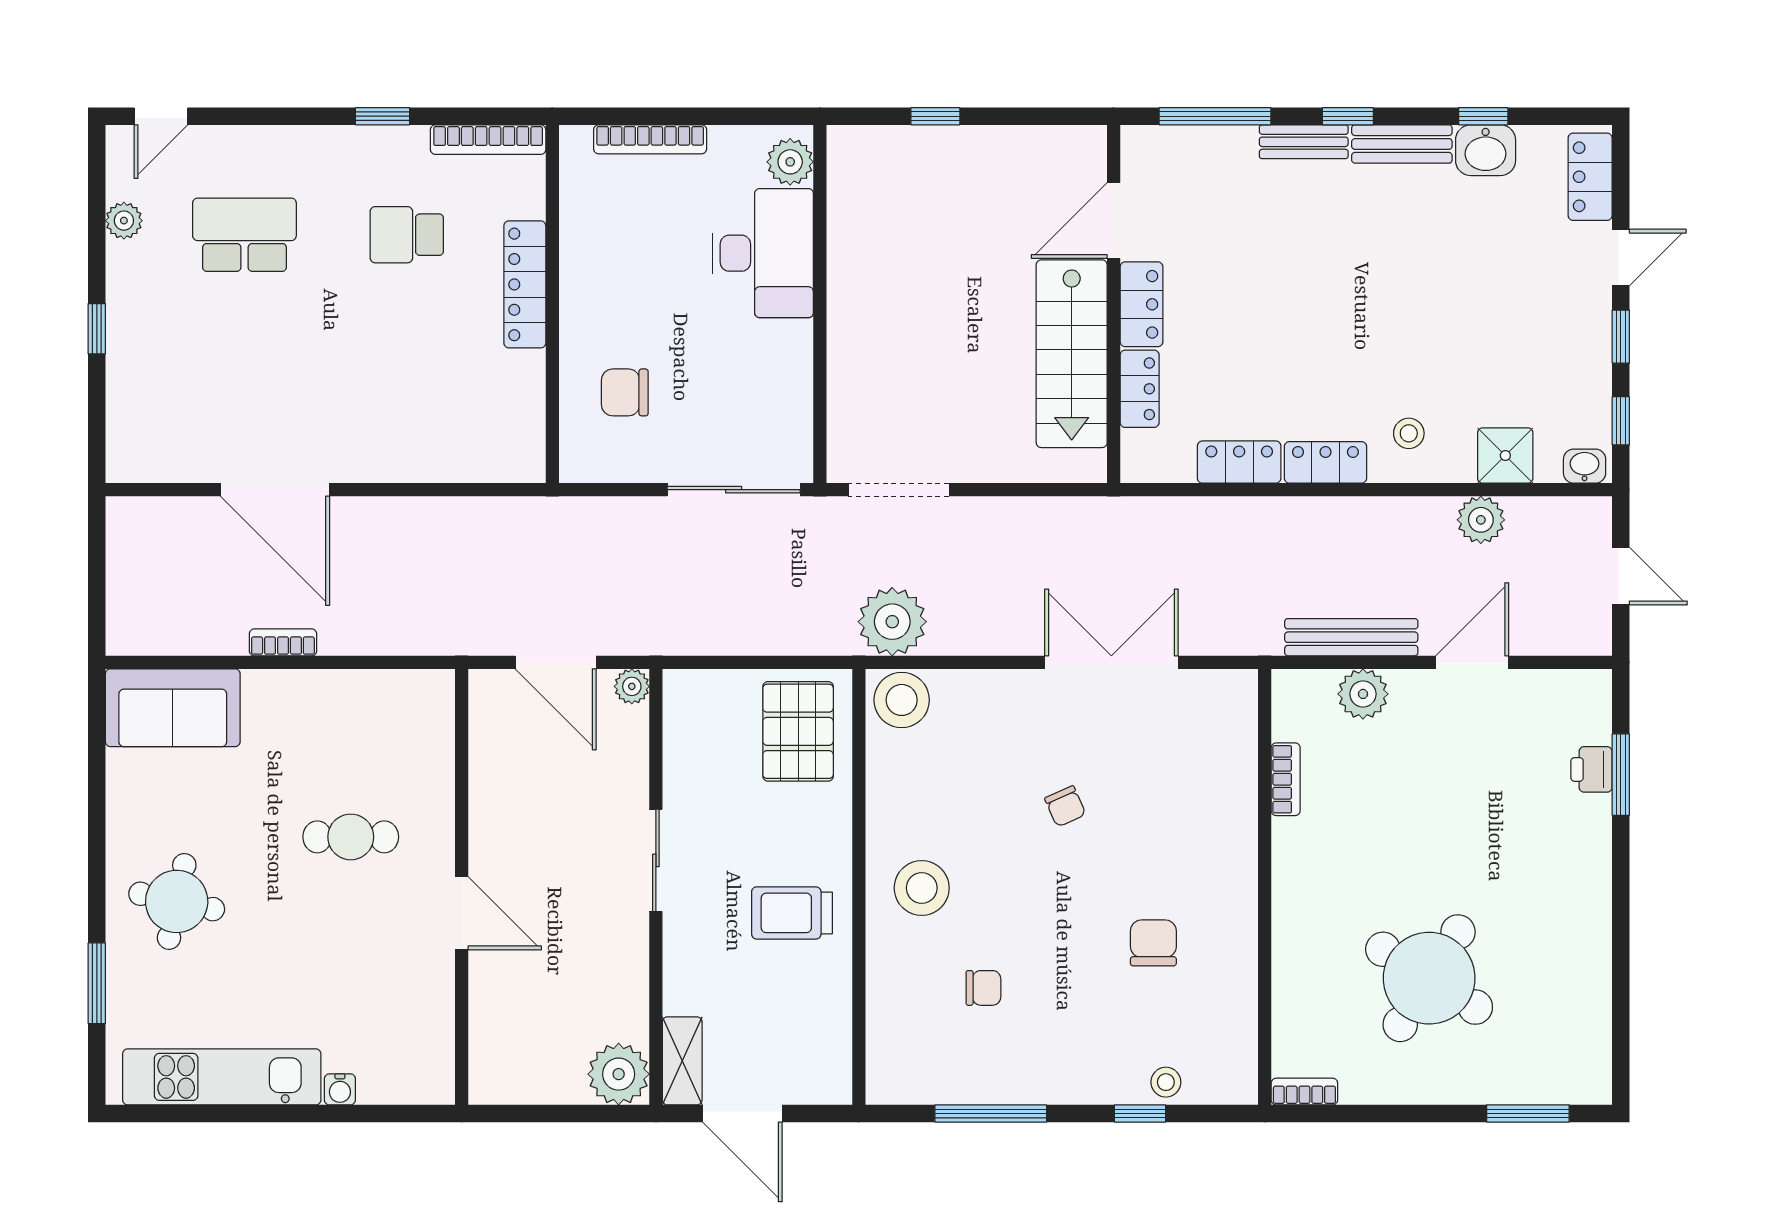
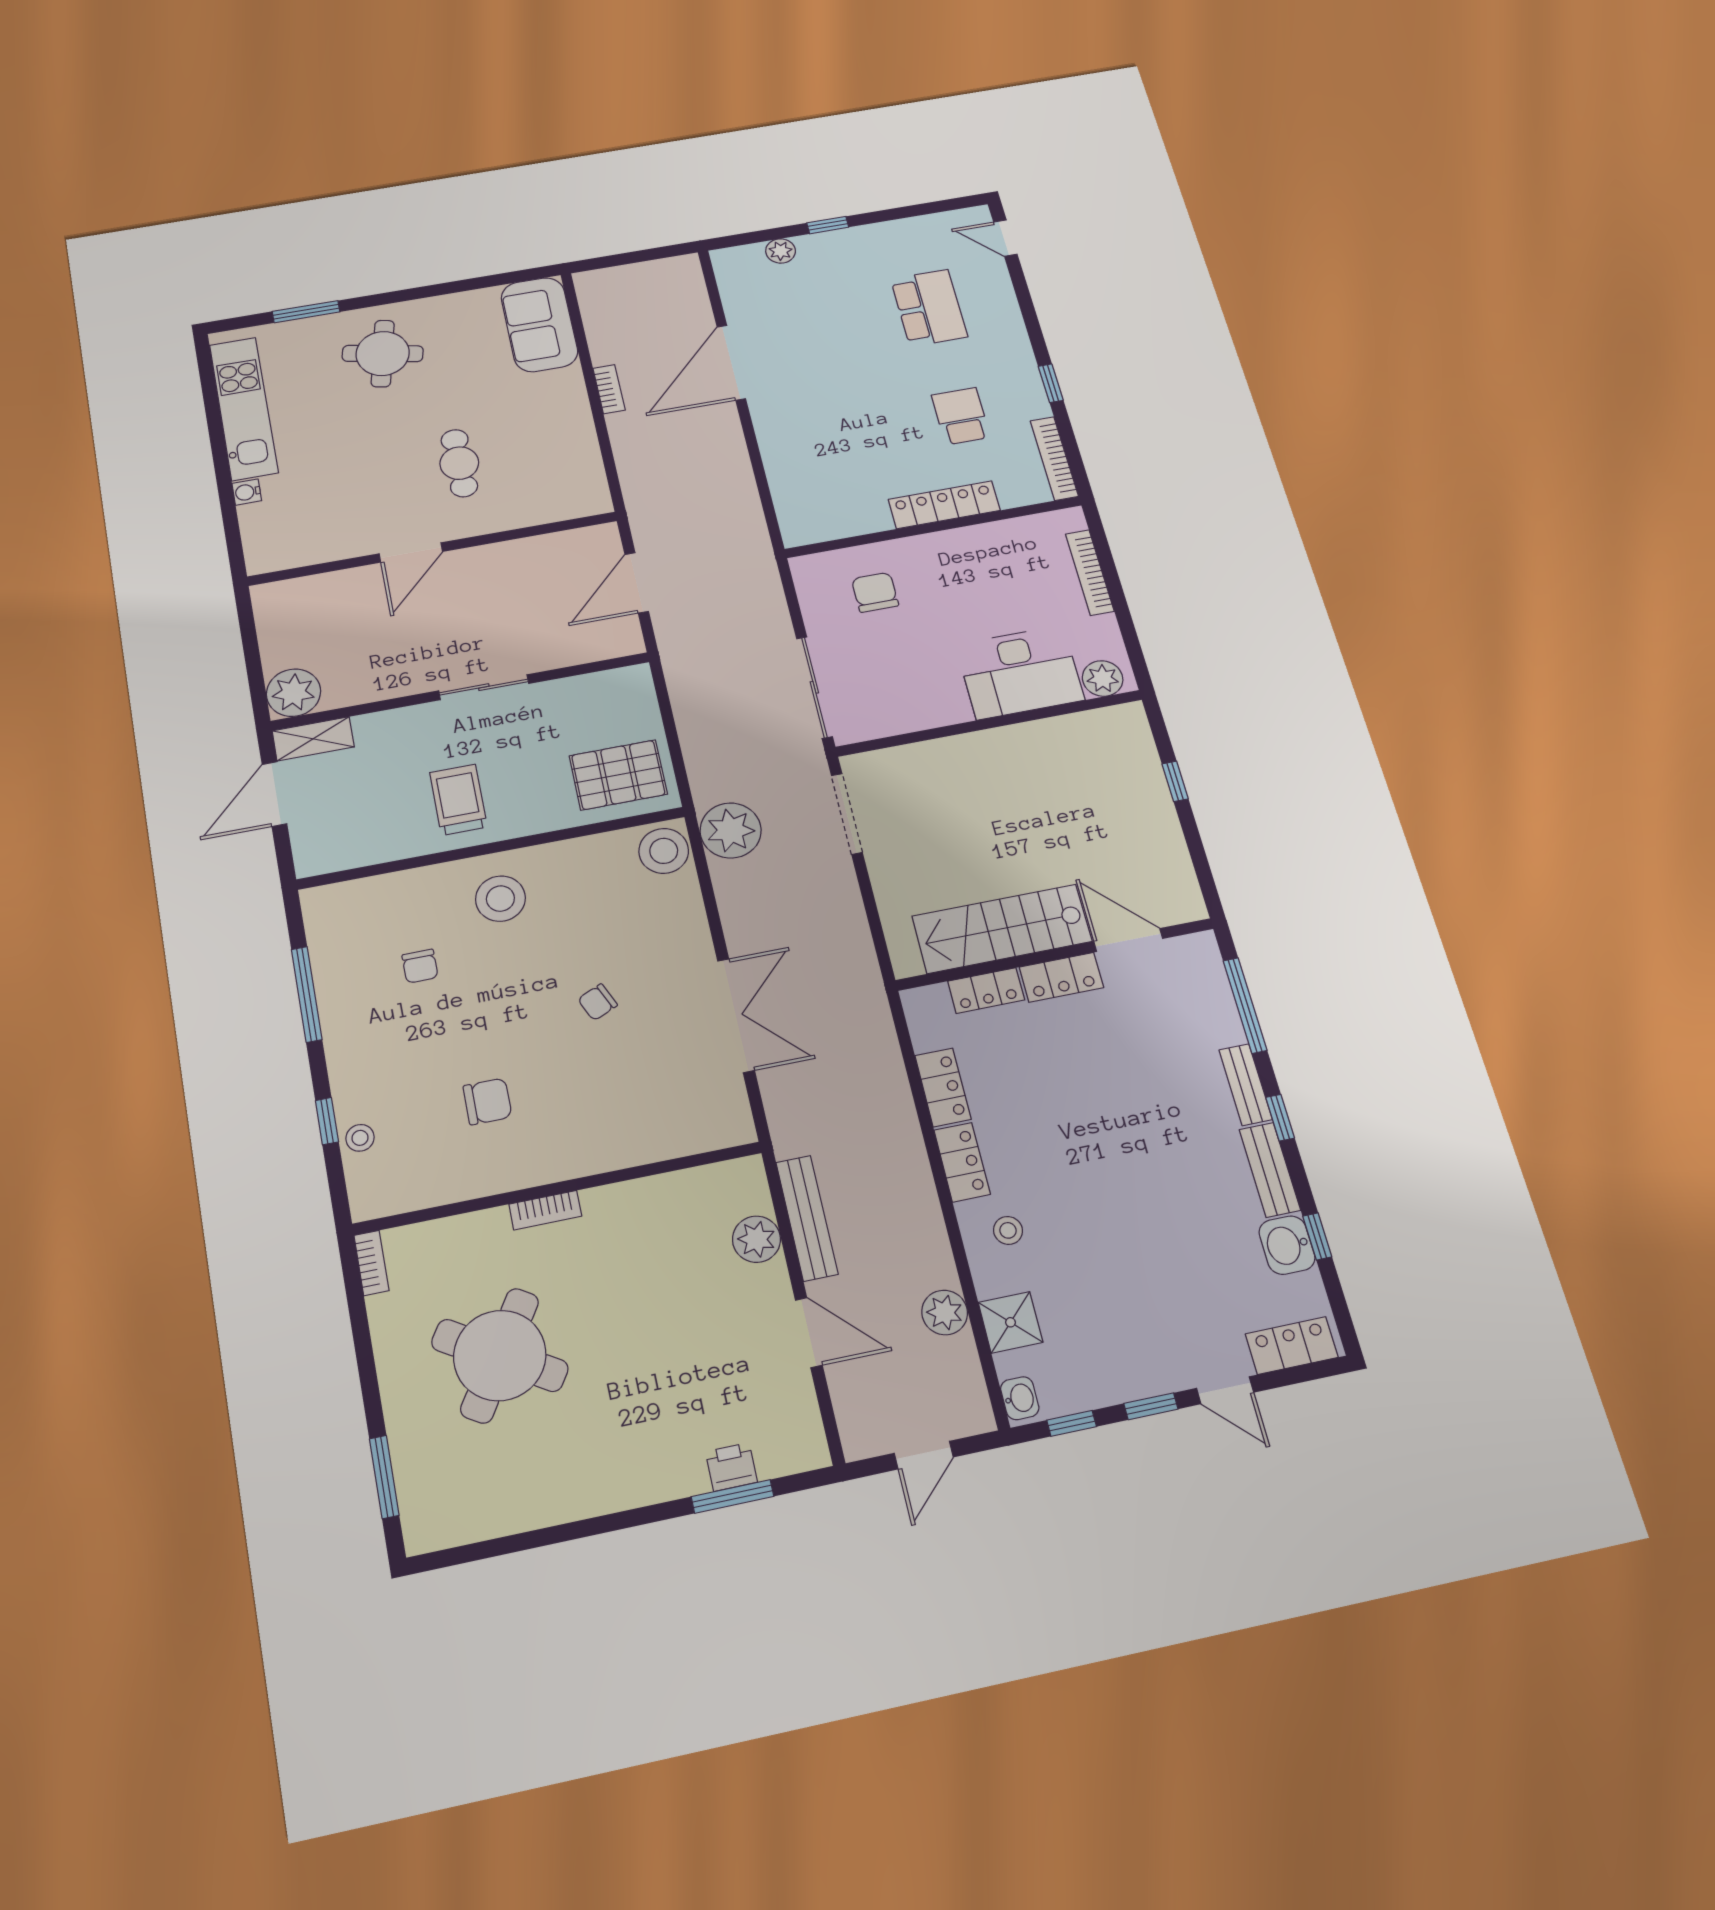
plant: (124, 221) -> (781, 251), moved
plant: (632, 686) -> (629, 642), removed
bookcase: (1286, 779) -> (545, 1210), moved

